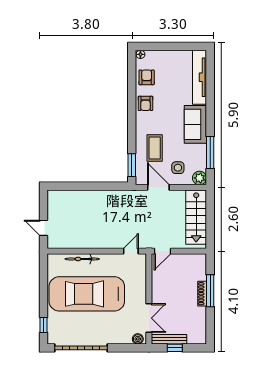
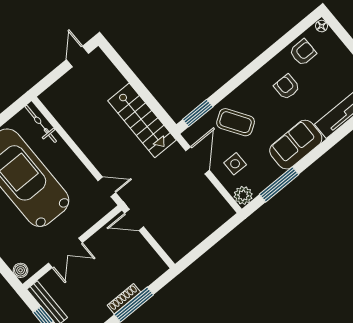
armchair: (146, 103) -> (287, 87), moved, turned 90
coffee table: (155, 148) -> (236, 122), turned 57
stairs: (196, 217) -> (142, 120), moved, turned -90
door: (43, 228) -> (78, 56), moved
bicycle: (82, 259) -> (41, 124), moved
double door: (149, 318) -> (65, 253), moved

